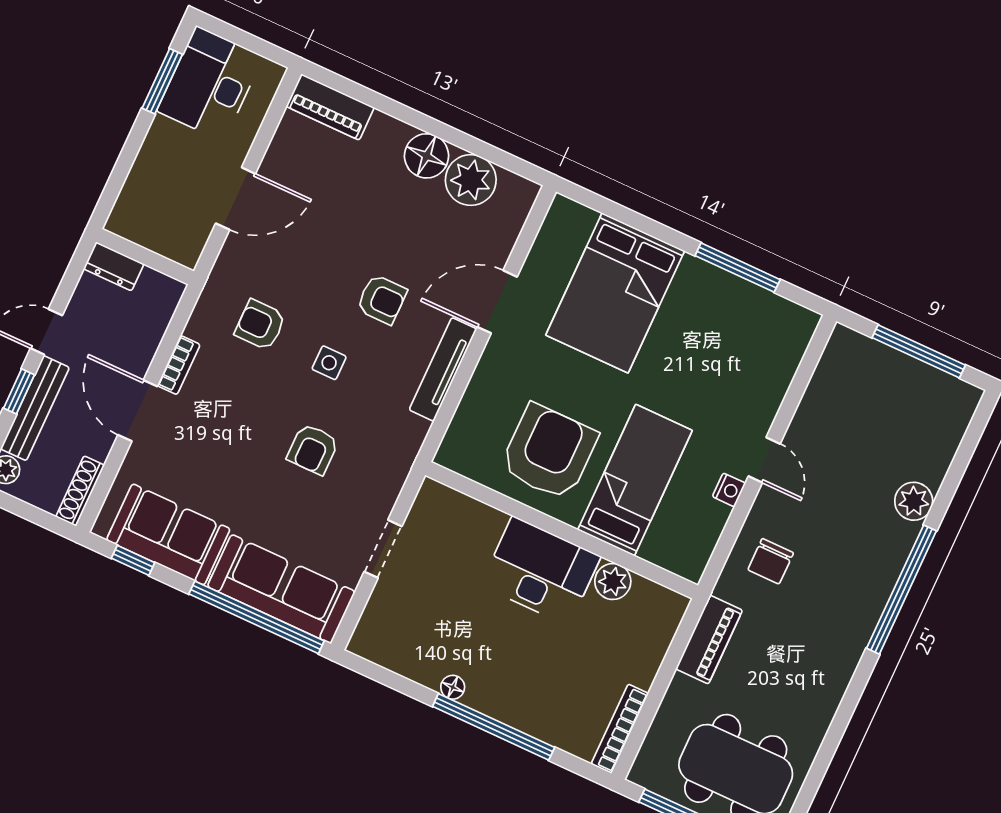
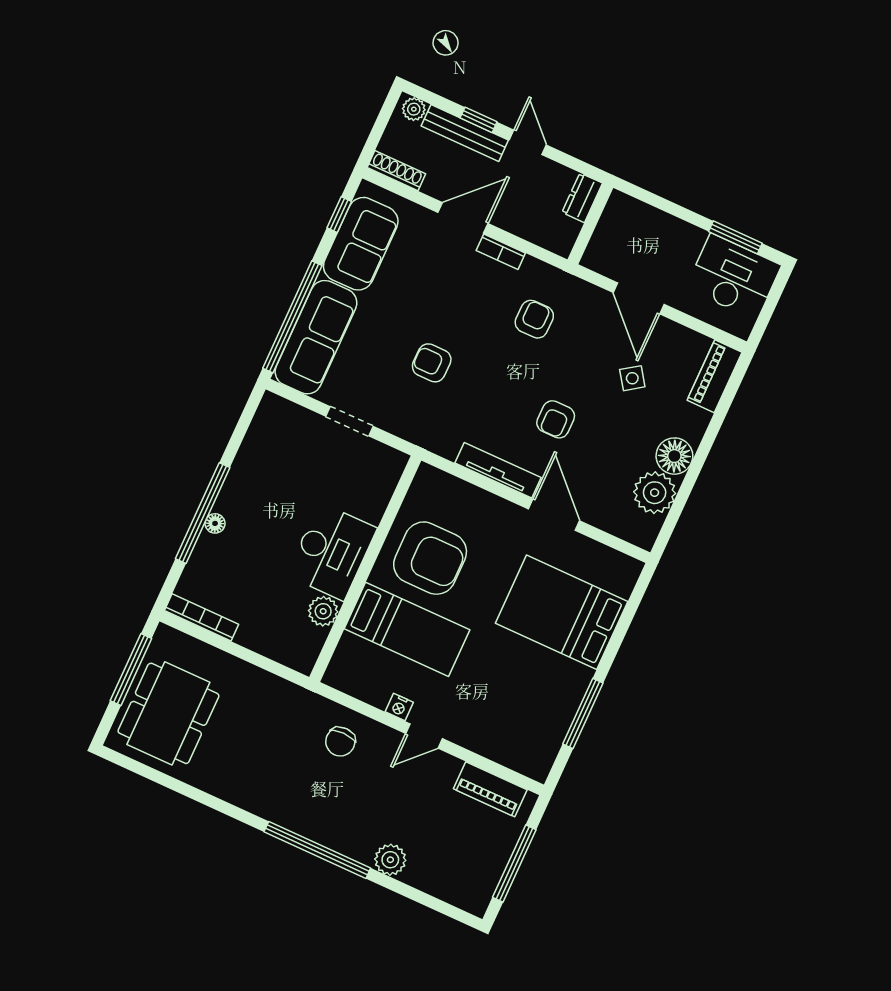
side table: (329, 363) -> (632, 378), moved, turned -35
chair: (771, 561) -> (340, 742), turned -90
piano: (709, 640) -> (490, 789), moved
floor lamp: (453, 687) -> (215, 523), moved

